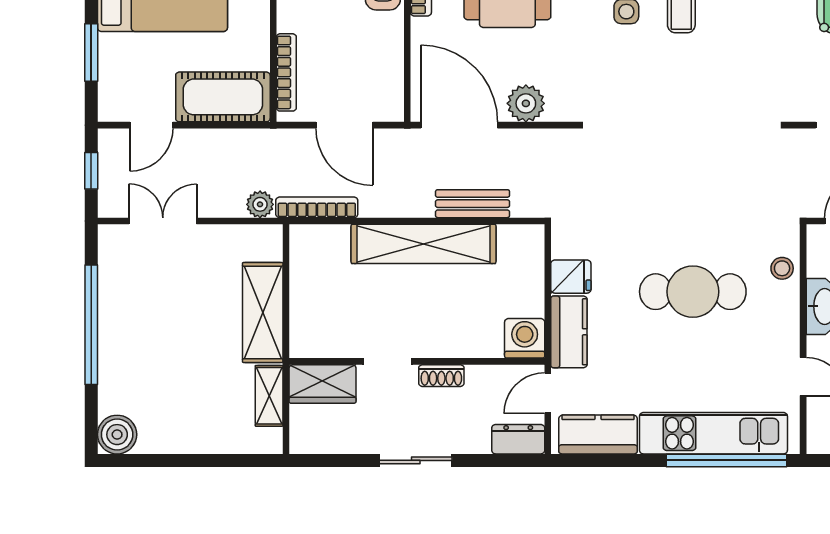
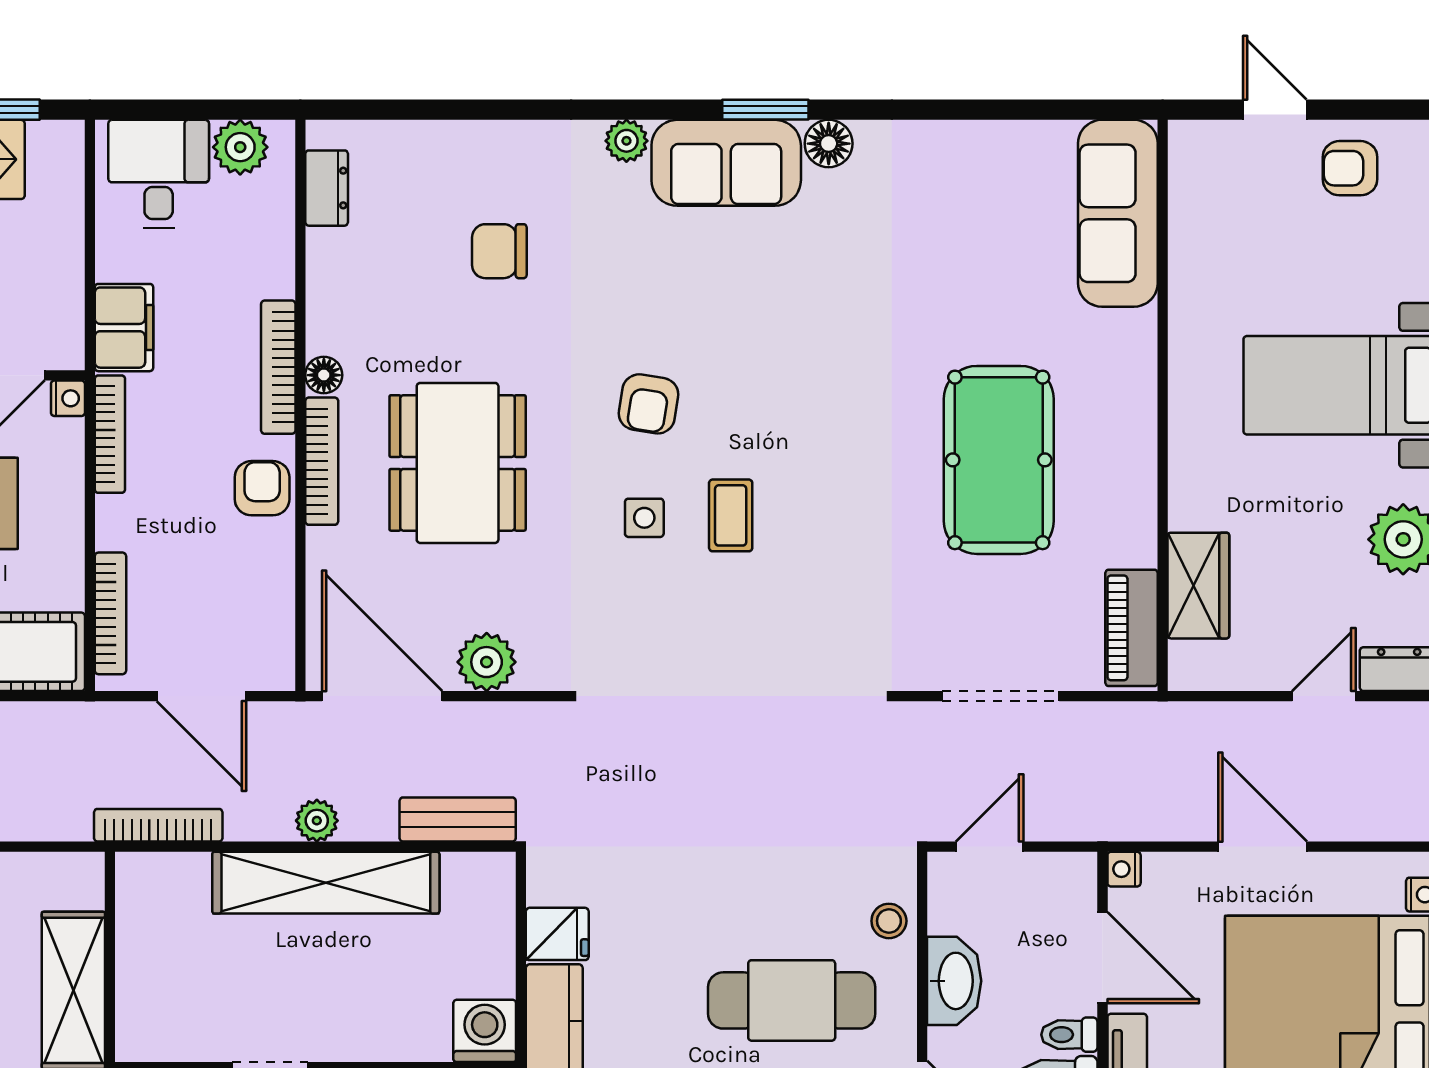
plant: (260, 204) -> (317, 821), moved
bench: (473, 204) -> (458, 819), moved
cafe table: (693, 292) -> (792, 1000), moved

